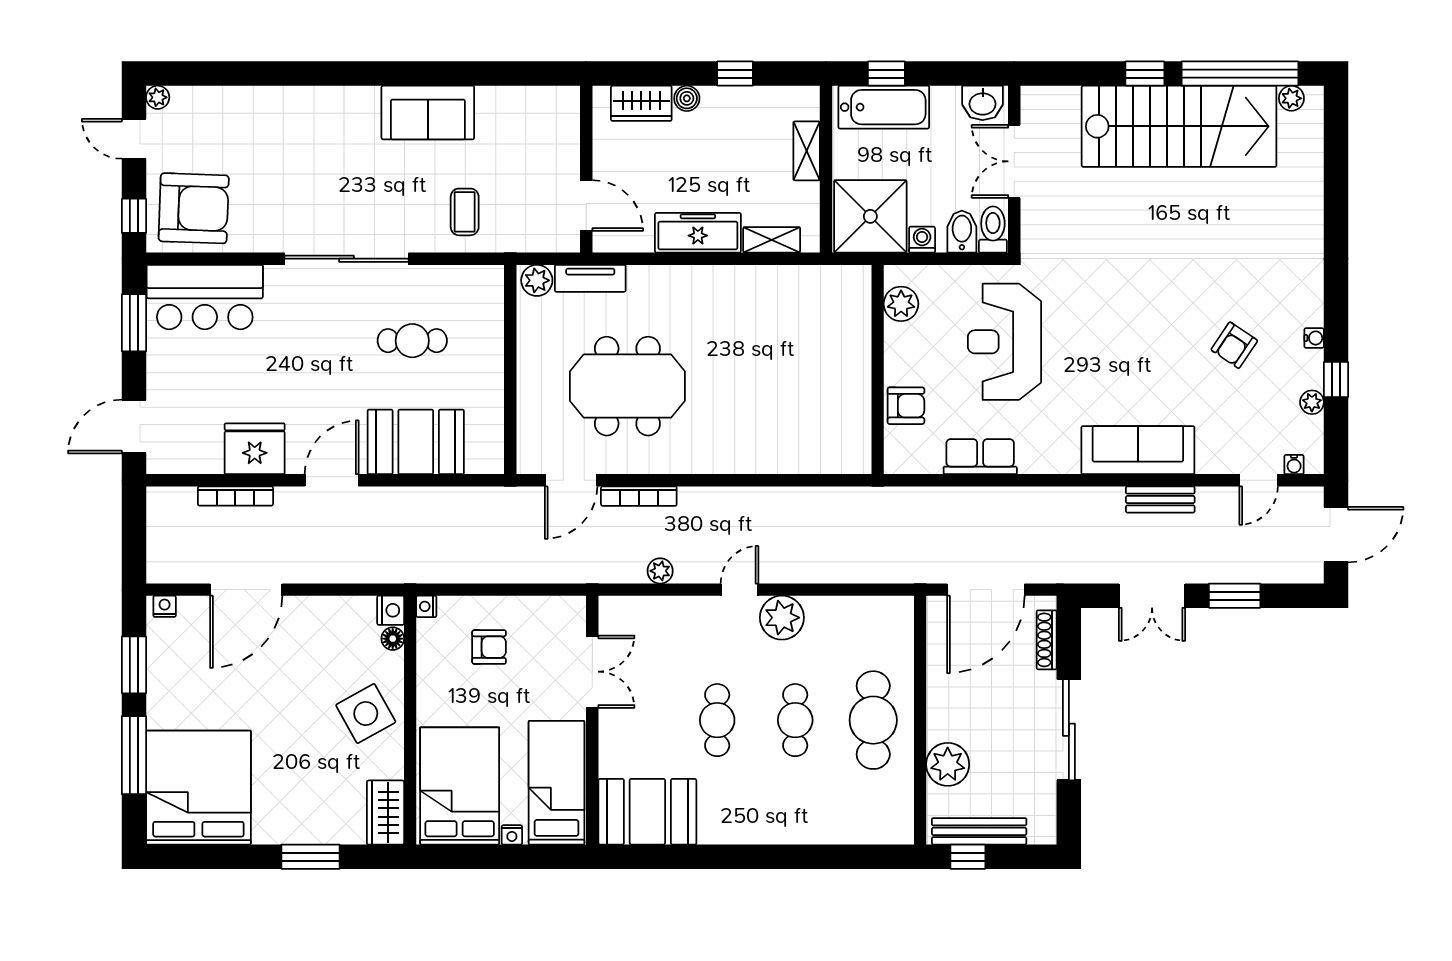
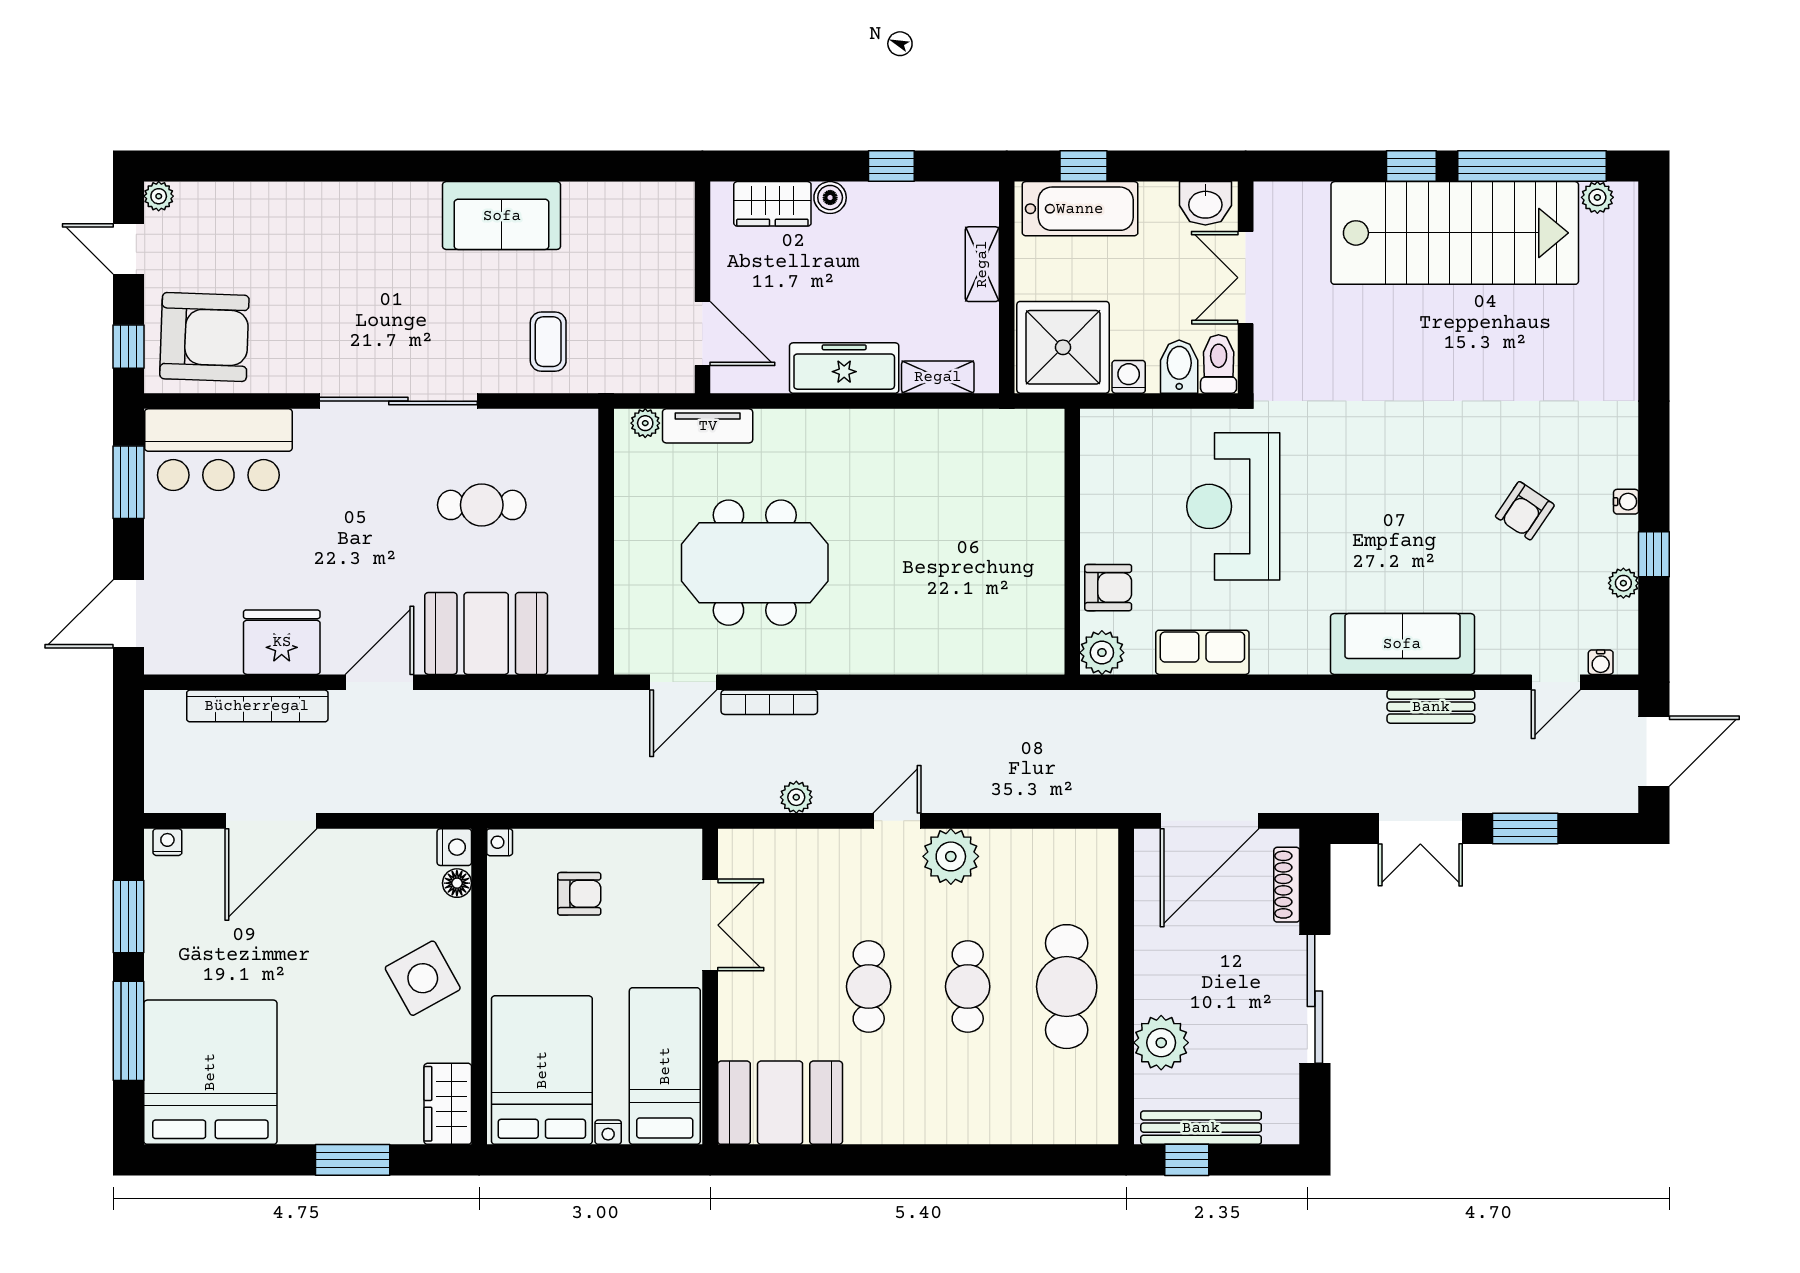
plant: (537, 280) -> (645, 423), width x0.73, depth x0.73
plant: (901, 304) -> (1102, 653), moved
bookcase: (235, 496) -> (257, 706), width x1.48, depth x1.31

